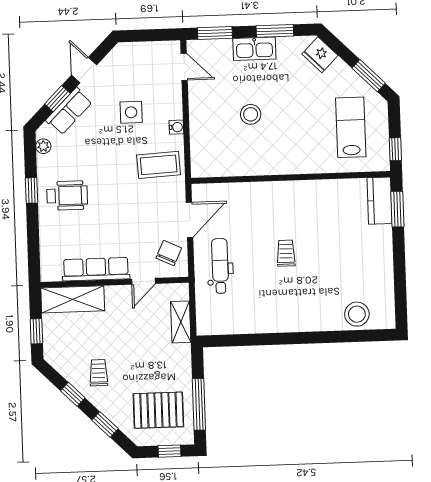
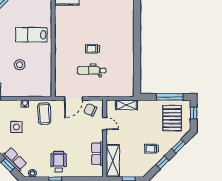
lab bench: (351, 127) -> (31, 35), moved
door: (190, 220) -> (73, 98), swing flipped
dental chair: (220, 266) -> (92, 70), moved
row of seats: (96, 269) -> (97, 154), width x0.68
stool: (357, 314) -> (126, 13), removed

